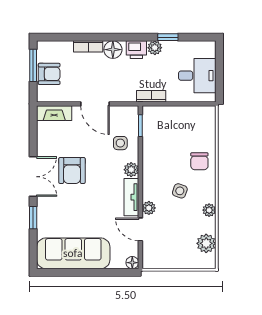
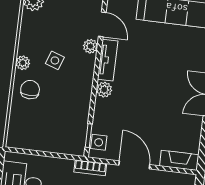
bookcase: (151, 96) -> (90, 168), moved
side table: (120, 143) -> (99, 142), moved
armchair: (72, 171) -> (168, 96), removed
plant: (209, 210) -> (23, 63), moved

